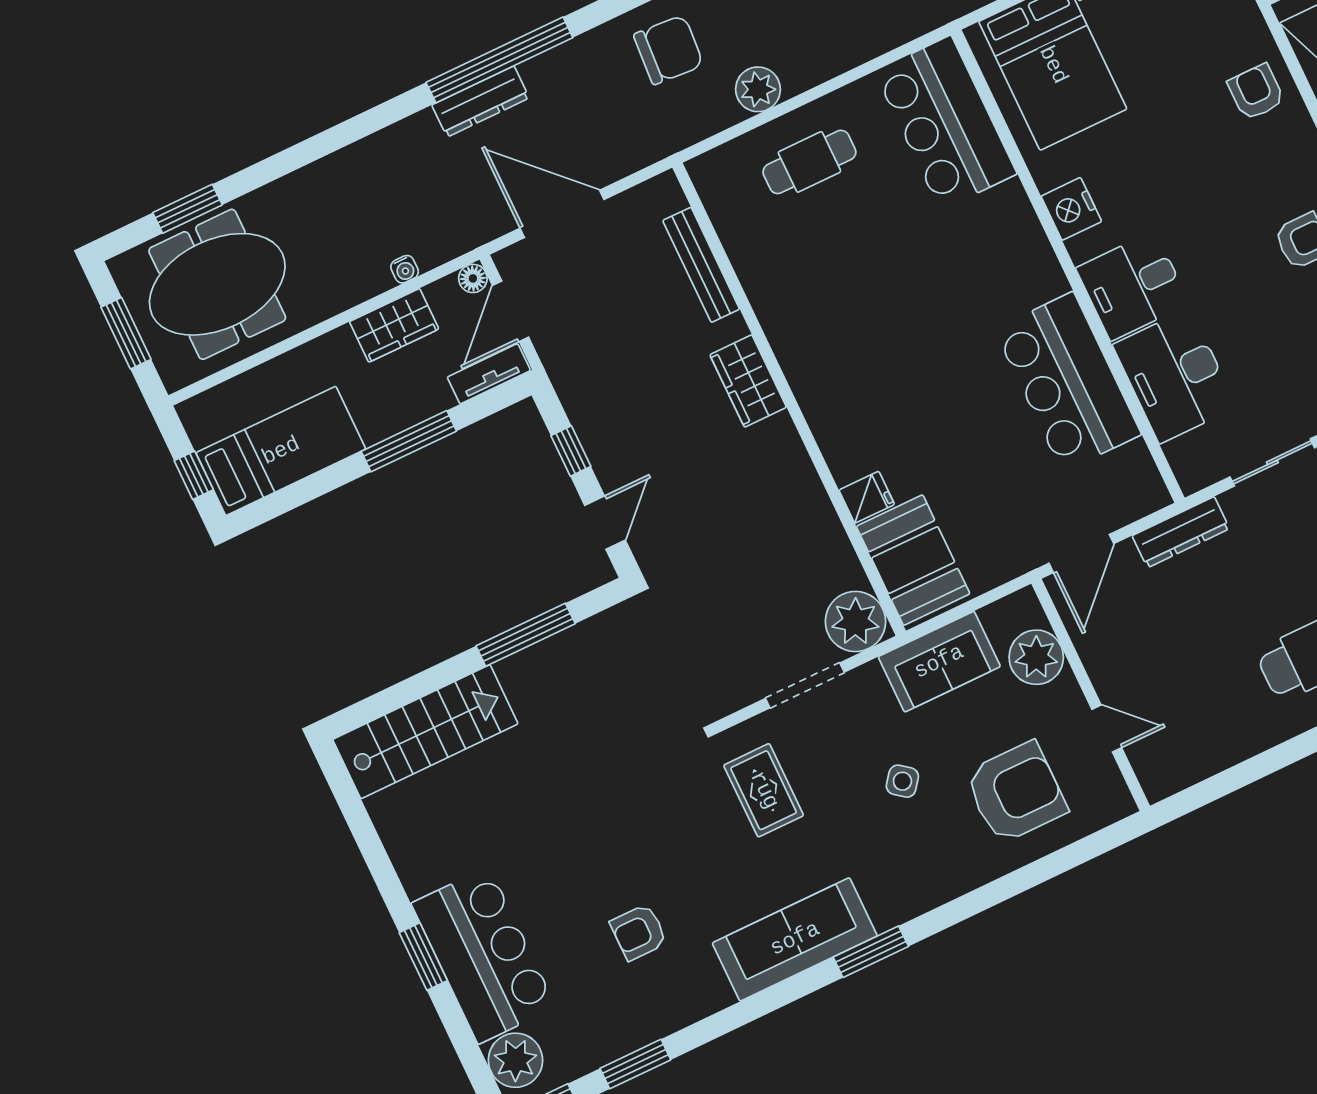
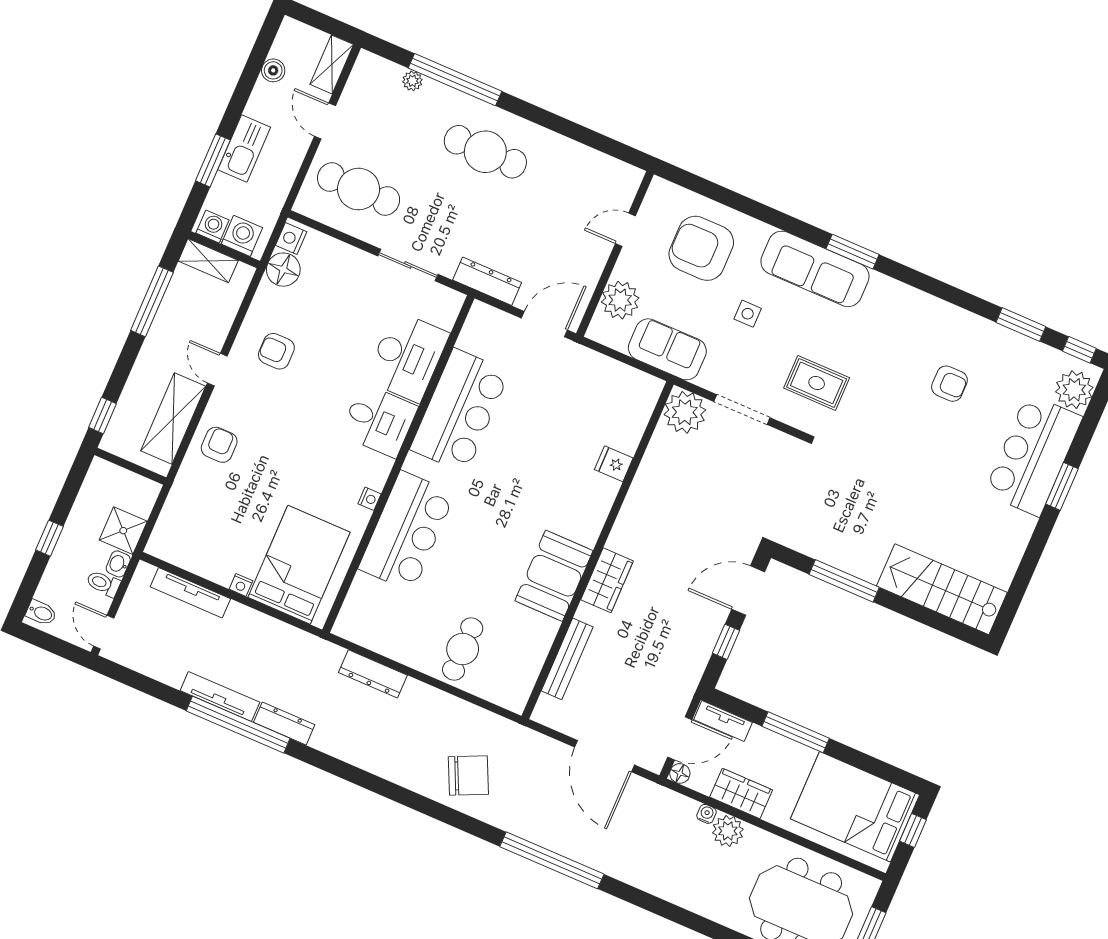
chair: (669, 50) -> (468, 775), turned 151
plant: (758, 89) -> (728, 831), moved
armchair: (1256, 92) -> (219, 445), turned 180
dresser: (481, 101) -> (373, 674), moved, turned 180
bar counter: (946, 123) -> (407, 531), moved
cafe table: (809, 162) -> (463, 649), turned 90
nightstand: (1071, 209) -> (370, 499), width x0.53, depth x0.56
bed: (281, 451) -> (855, 807), width x1.50
door: (605, 523) -> (748, 591), width x1.38
booth: (913, 560) -> (554, 576), moved
door: (1107, 729) -> (625, 230), hinge flipped
side table: (902, 781) -> (748, 314), turned -38
rug: (764, 790) -> (817, 383), turned 90
sofa: (795, 939) -> (815, 269), moved

